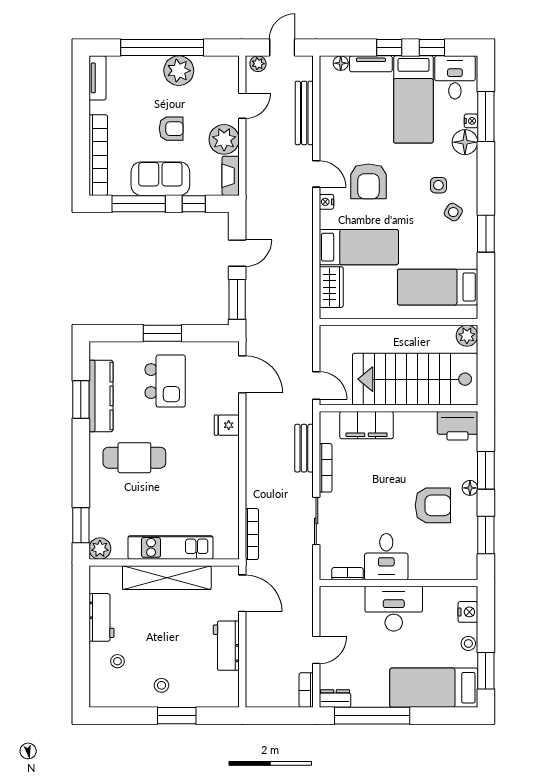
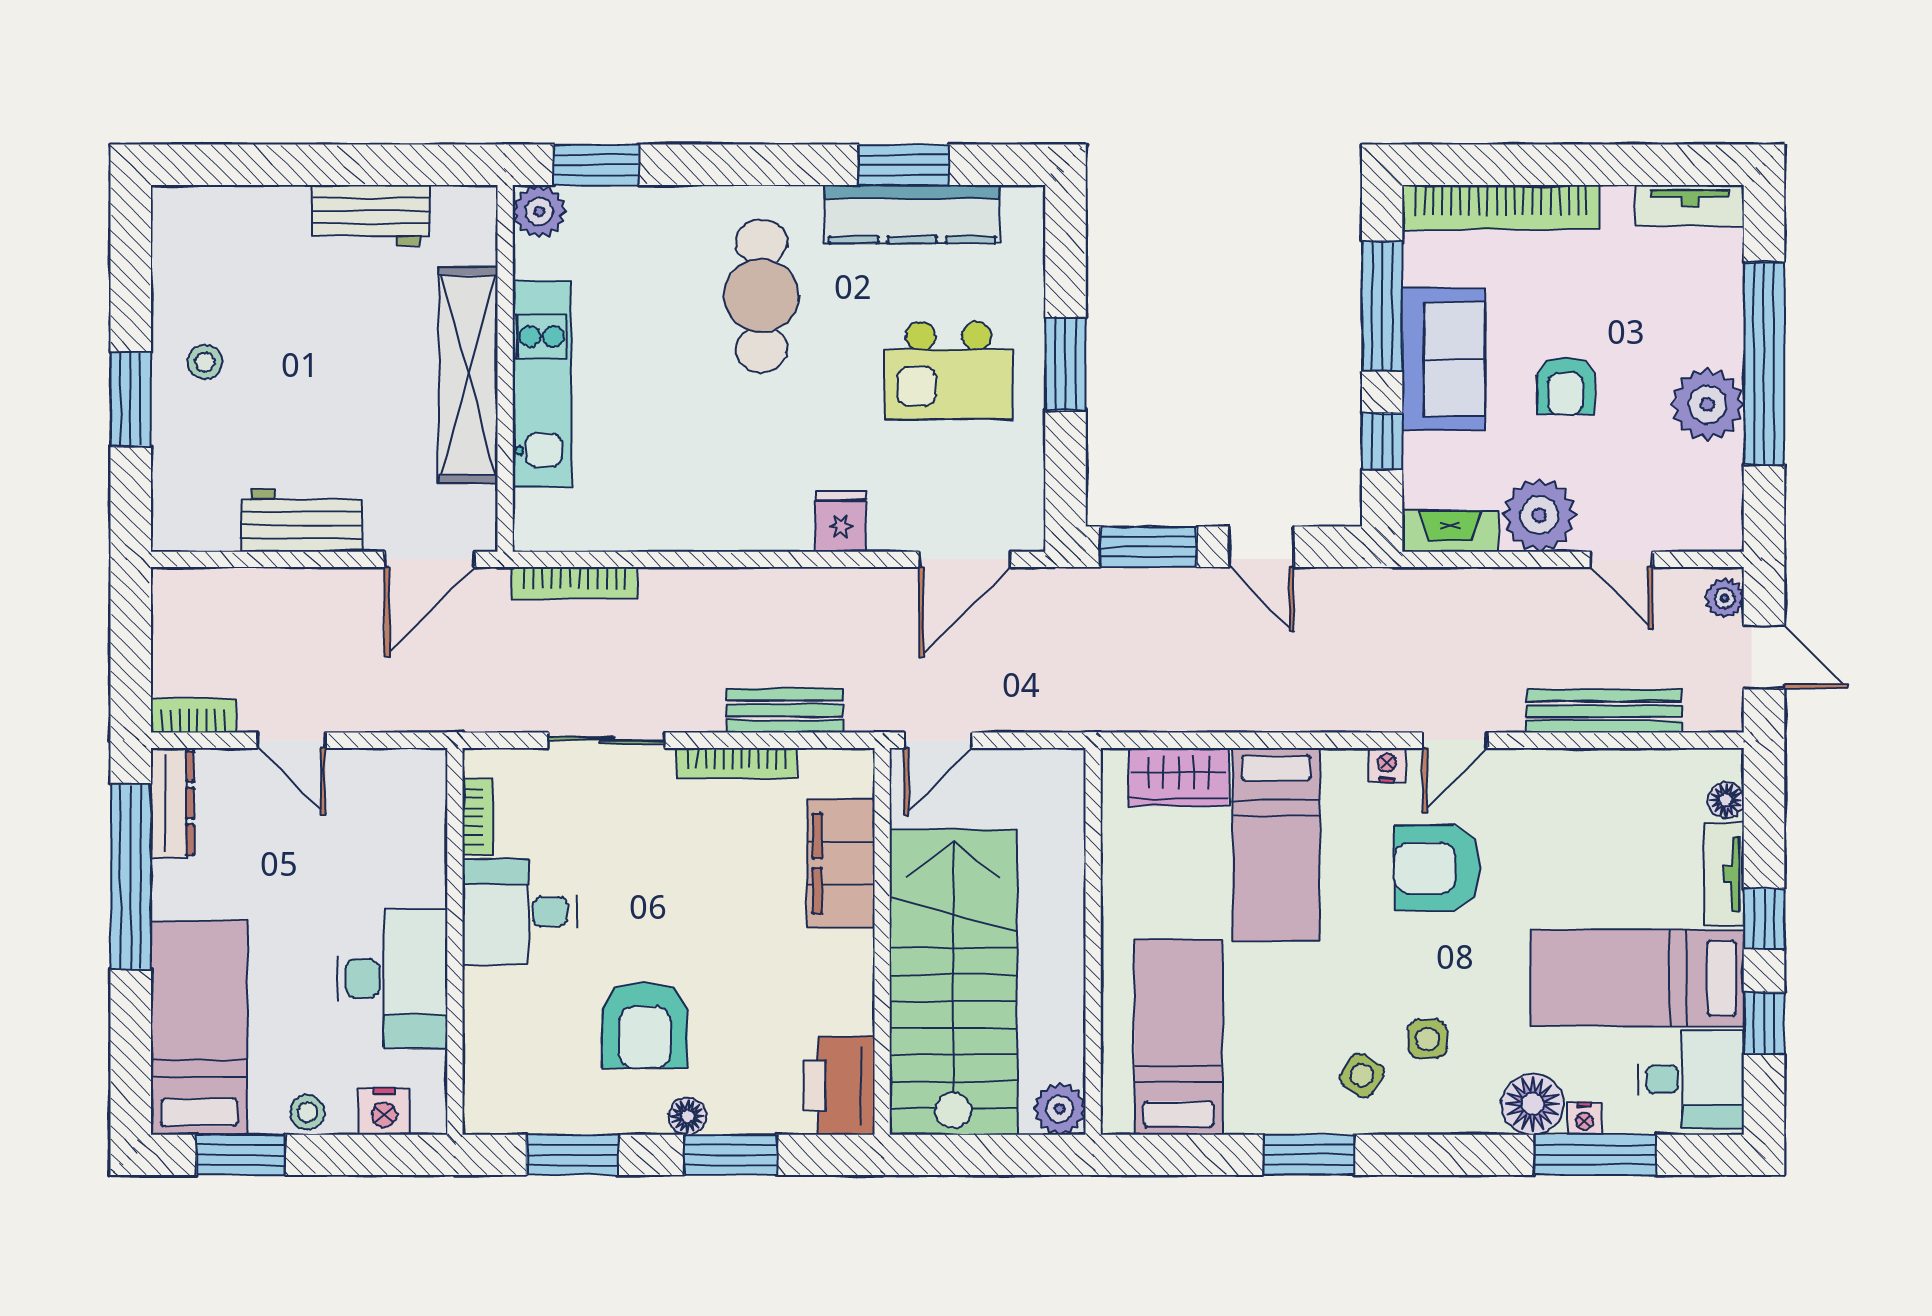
desk: (394, 609) -> (392, 978), moved
stool: (117, 661) -> (264, 254), removed
dresser: (335, 699) -> (172, 803), width x1.44

